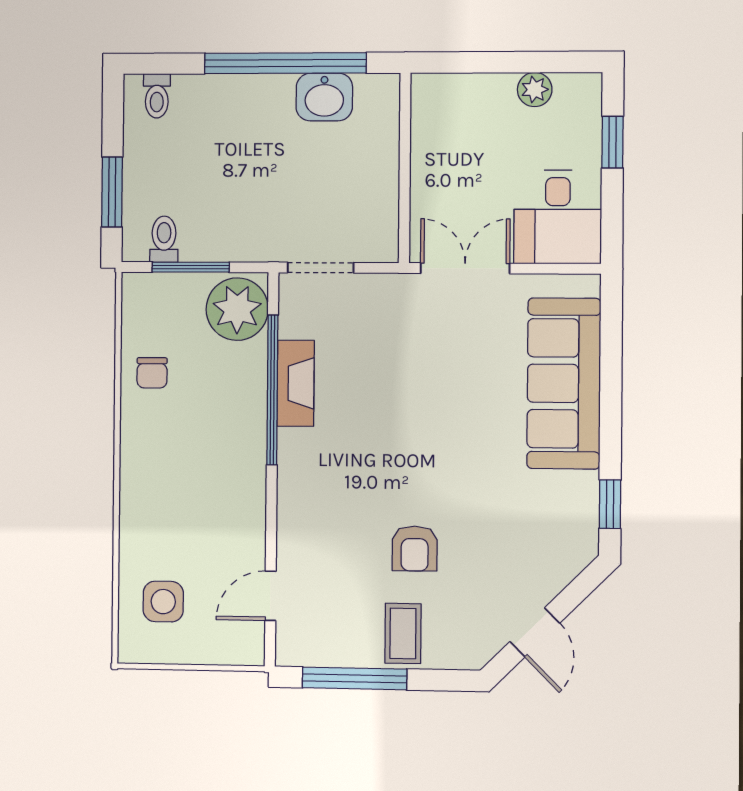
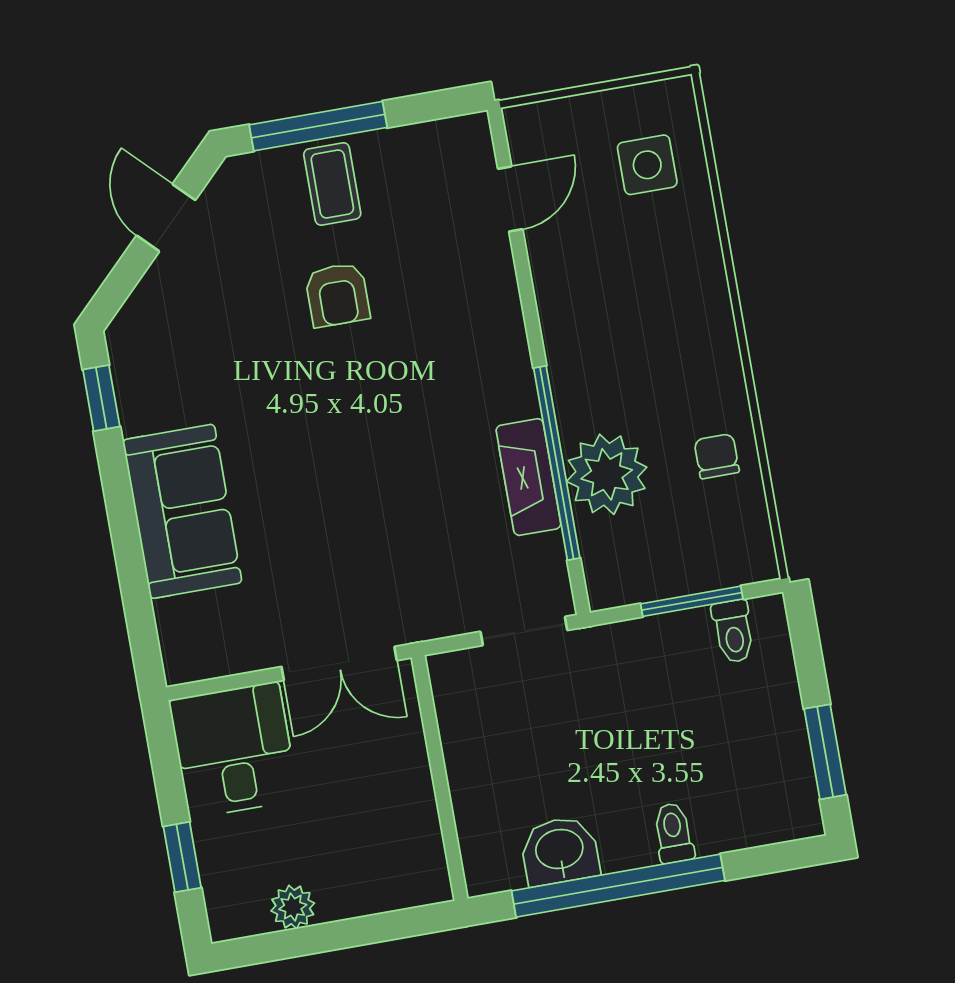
toilet: (157, 96) -> (673, 833), moved
window: (112, 192) -> (825, 752), moved
plant: (237, 309) -> (607, 474), moved
sofa: (564, 383) -> (182, 511), width x0.73
armchair: (415, 549) -> (337, 295), turned 180
window: (355, 678) -> (318, 126), moved

